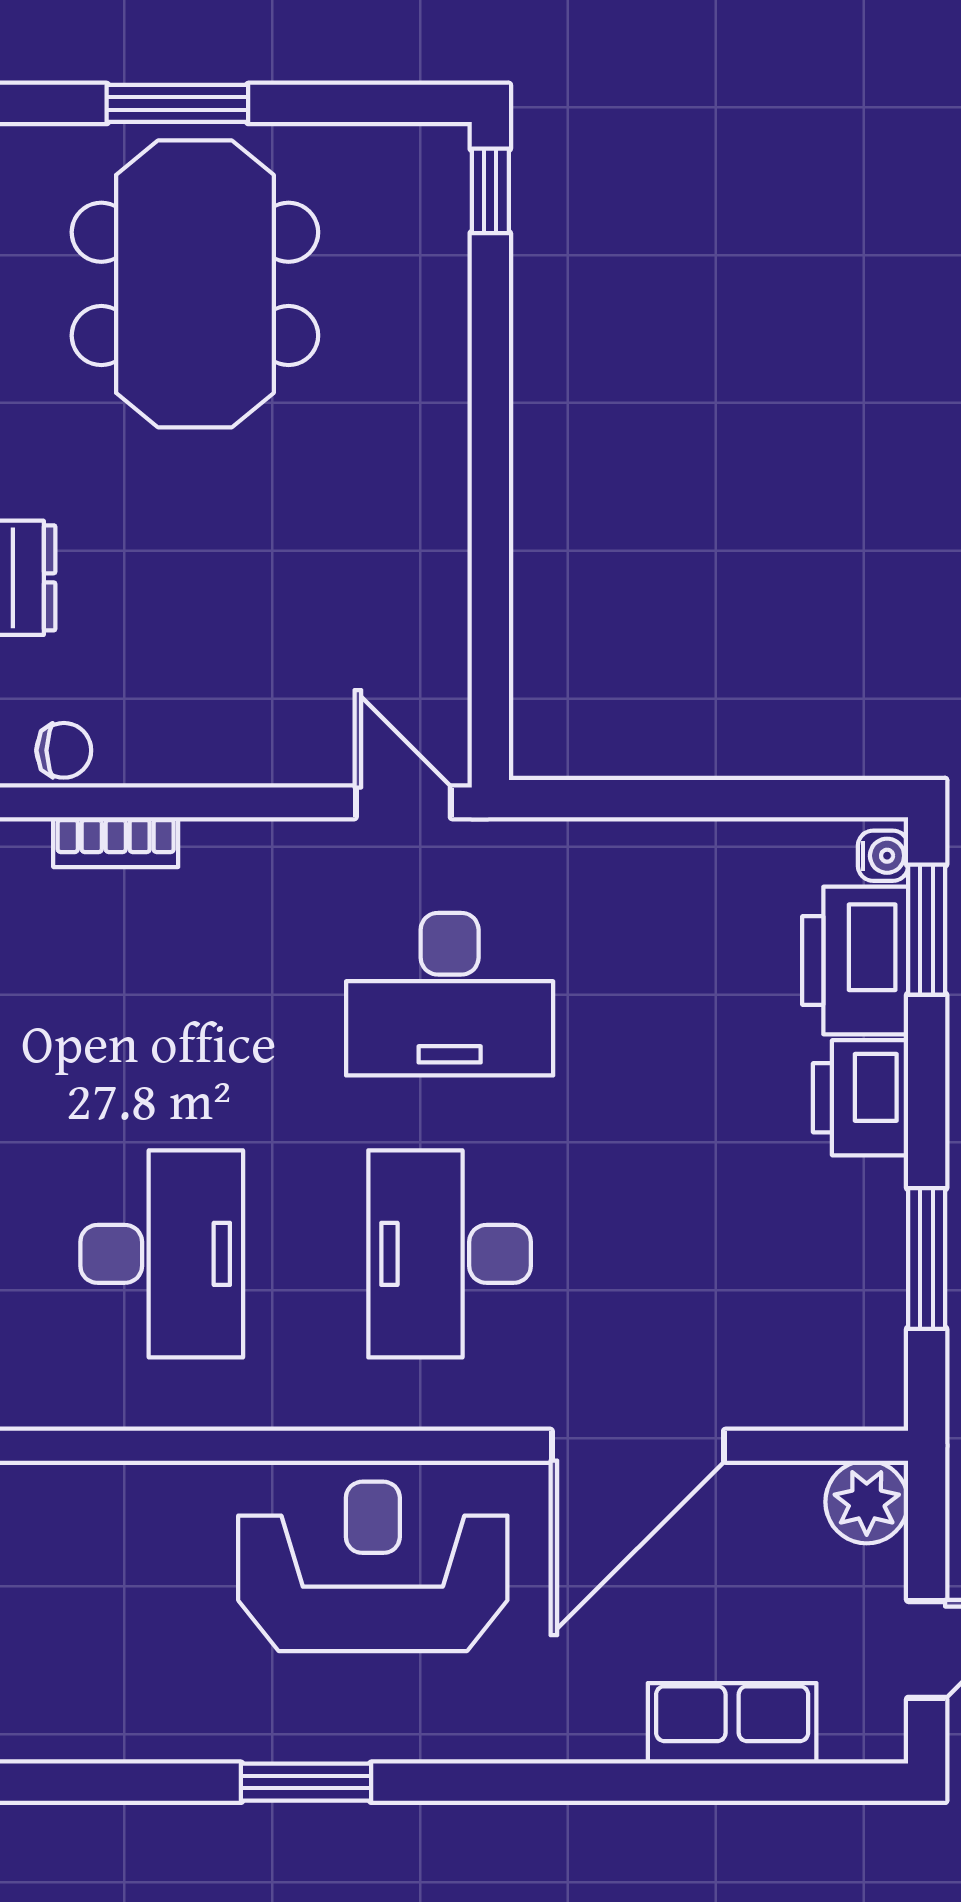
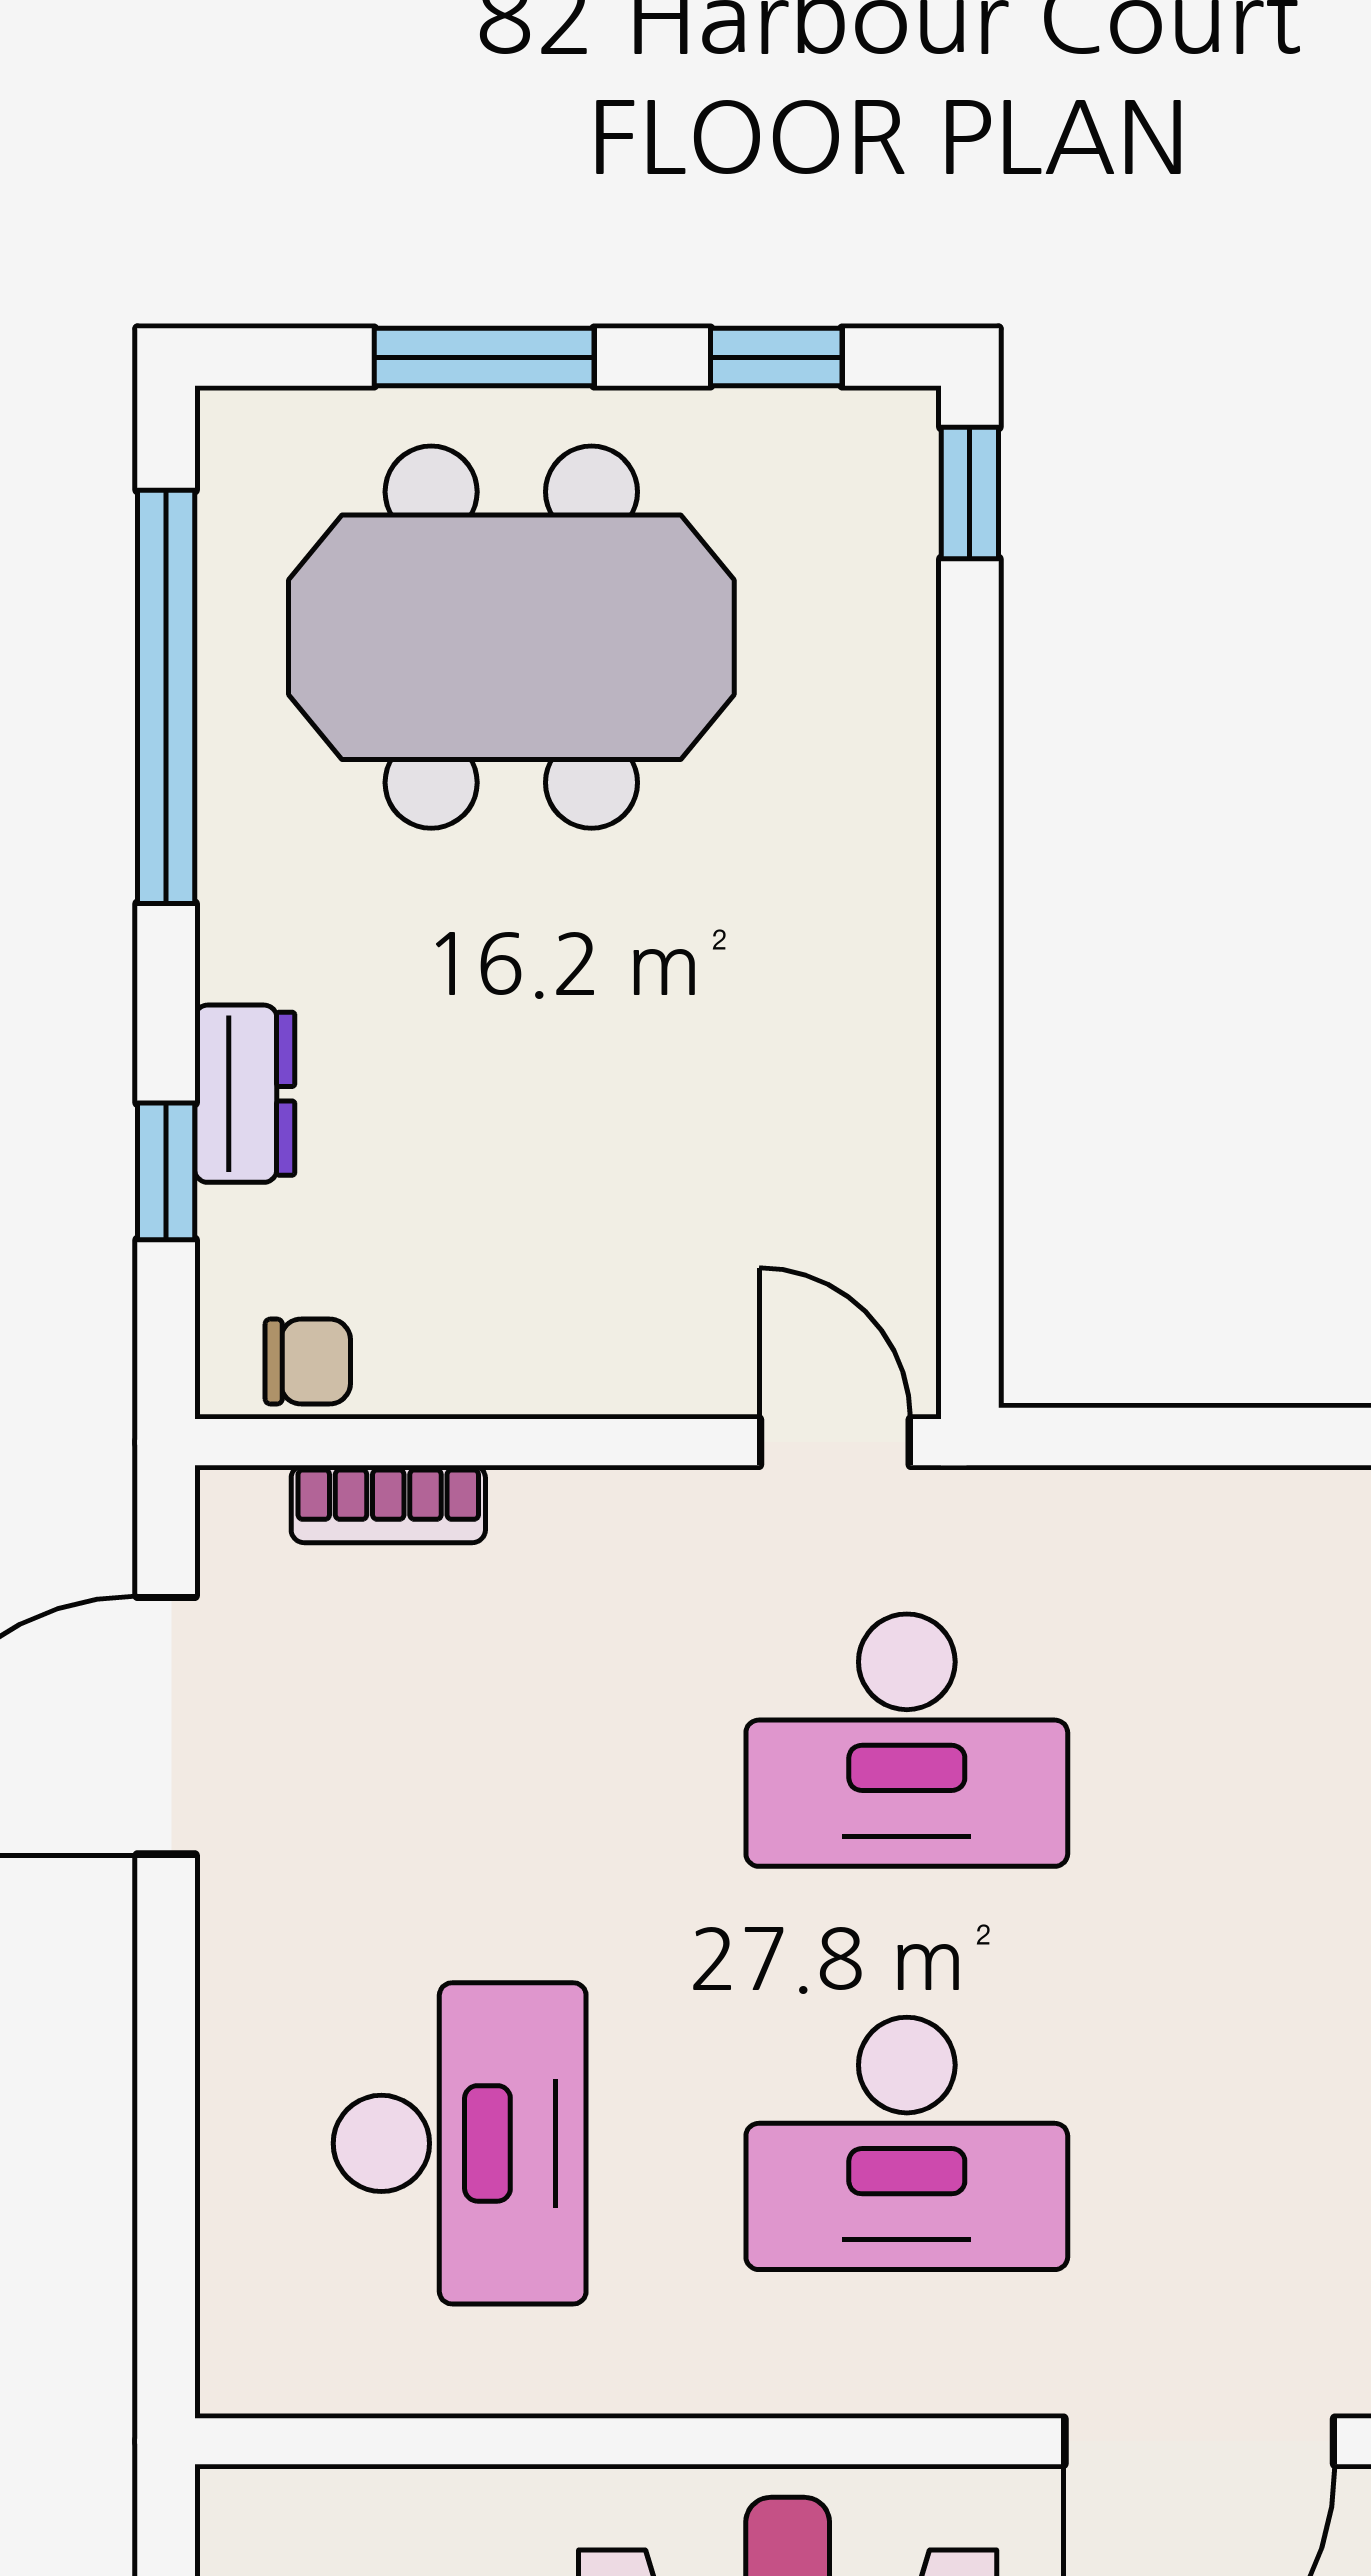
window: (366, 103) -> (776, 357), added
meeting table: (195, 284) -> (511, 637), turned 90
desk: (450, 1254) -> (907, 2143), turned -90

